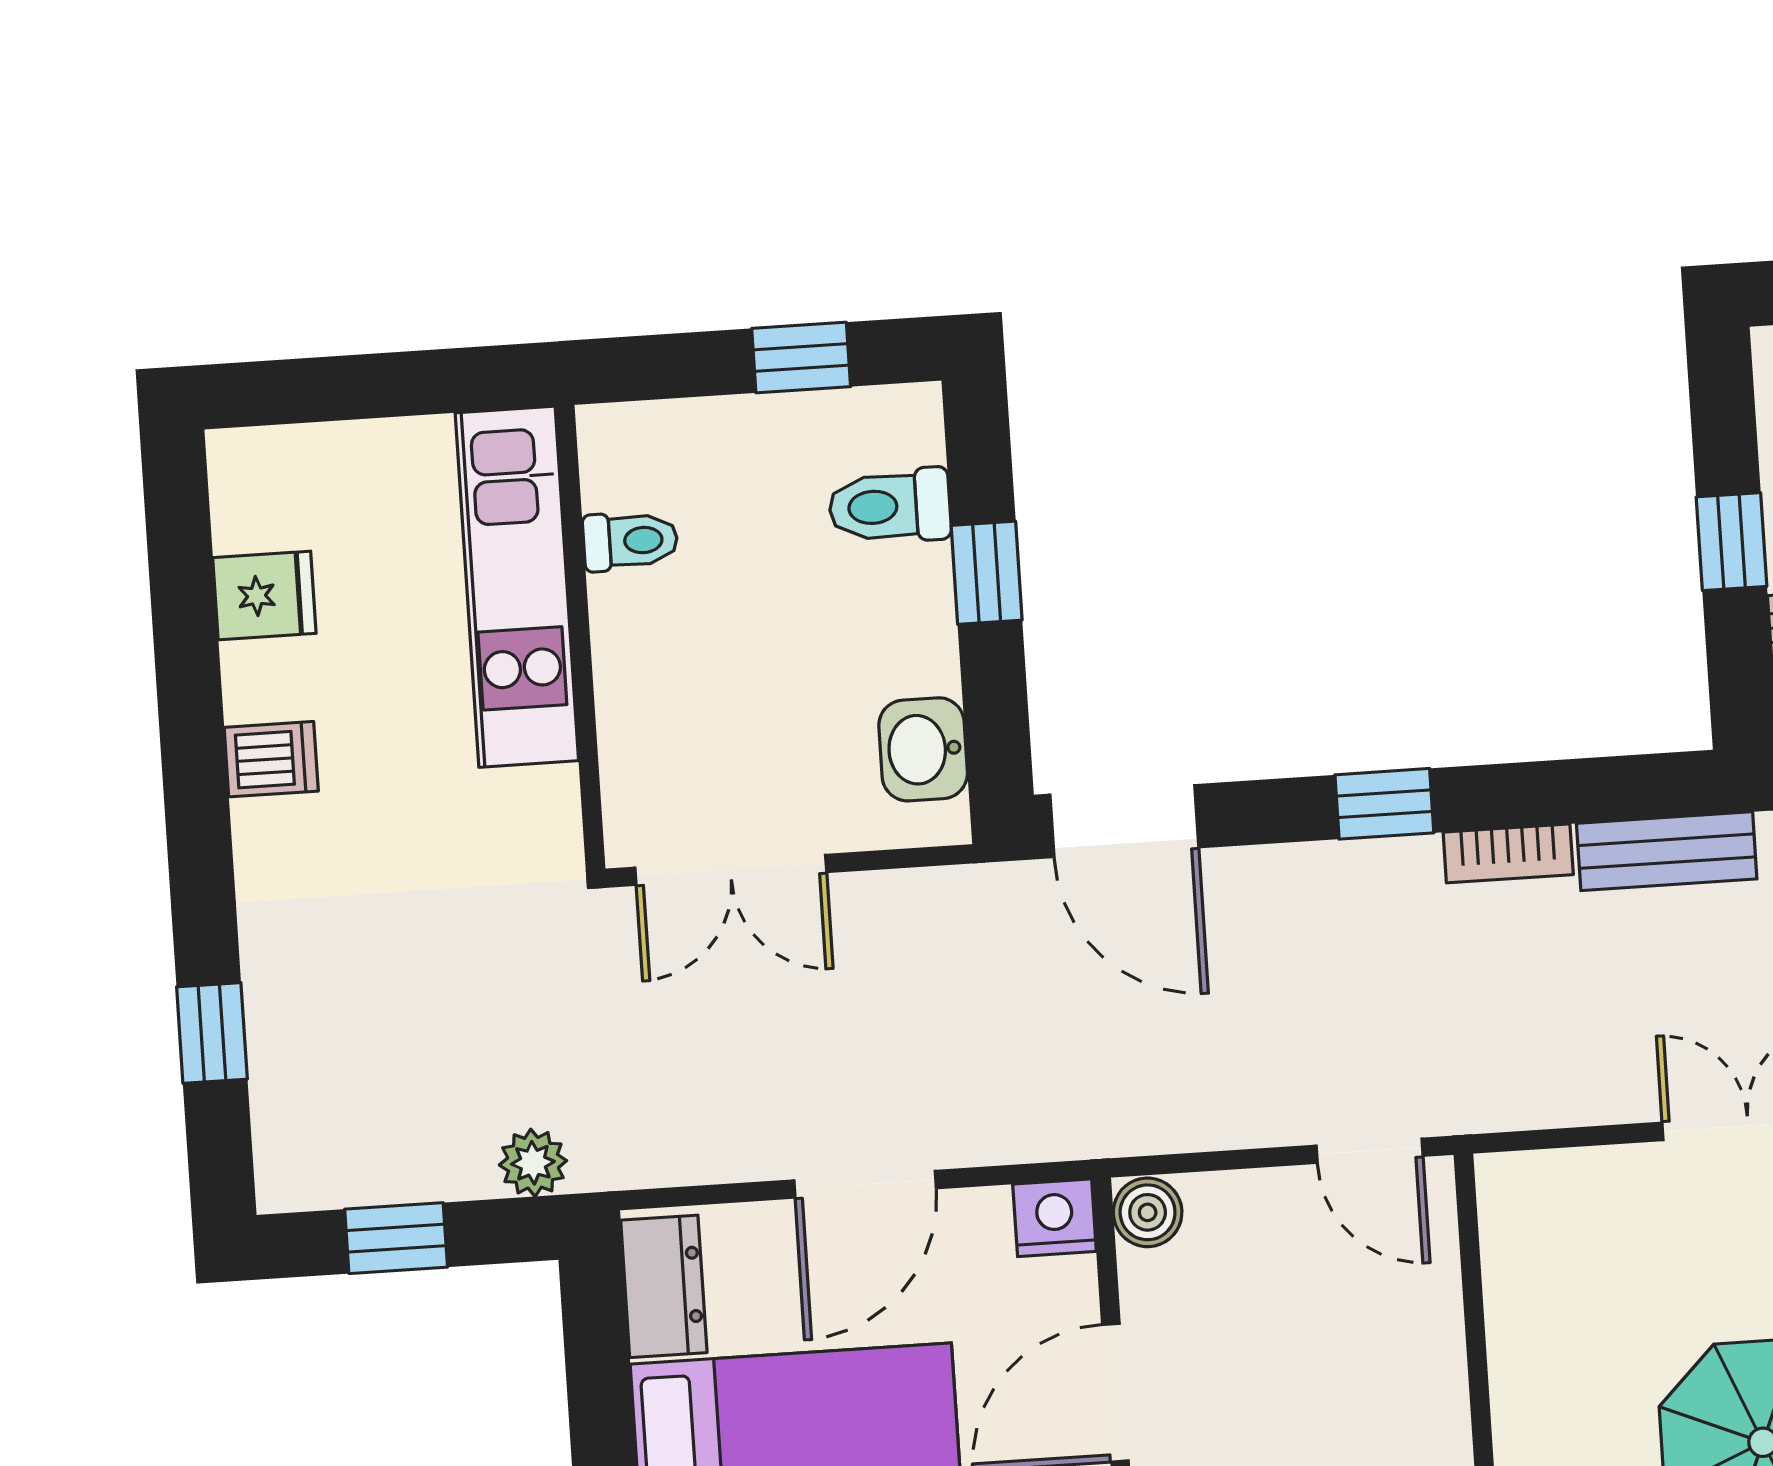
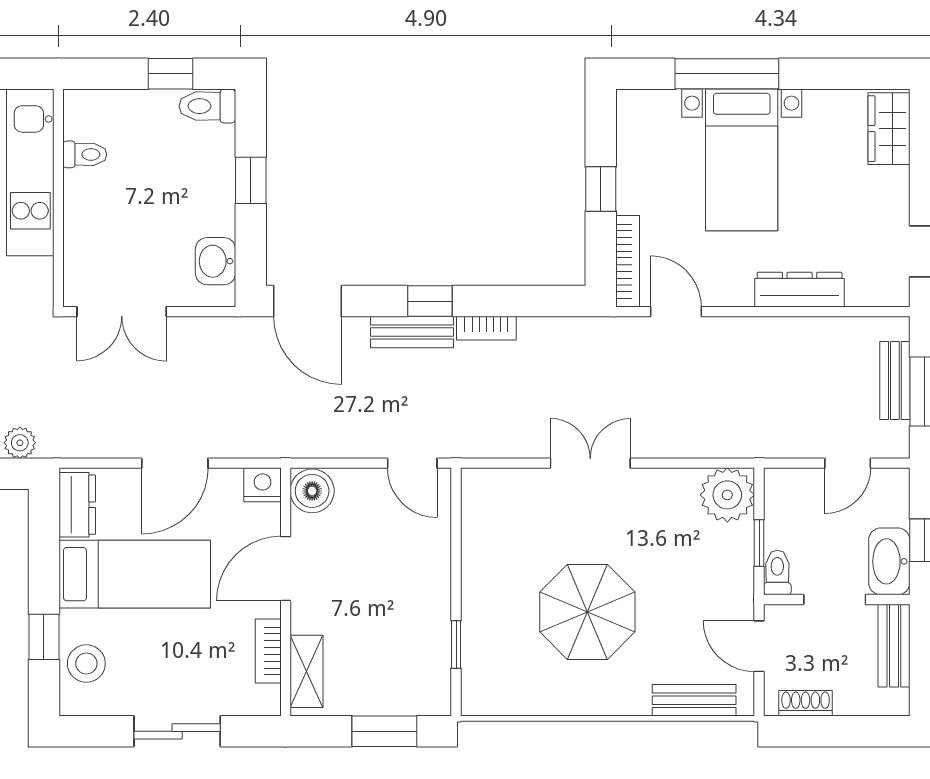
toilet: (890, 506) -> (207, 106), moved
bench: (1667, 851) -> (412, 332), moved
boiler: (1148, 1212) -> (312, 491), width x1.36, depth x1.36

